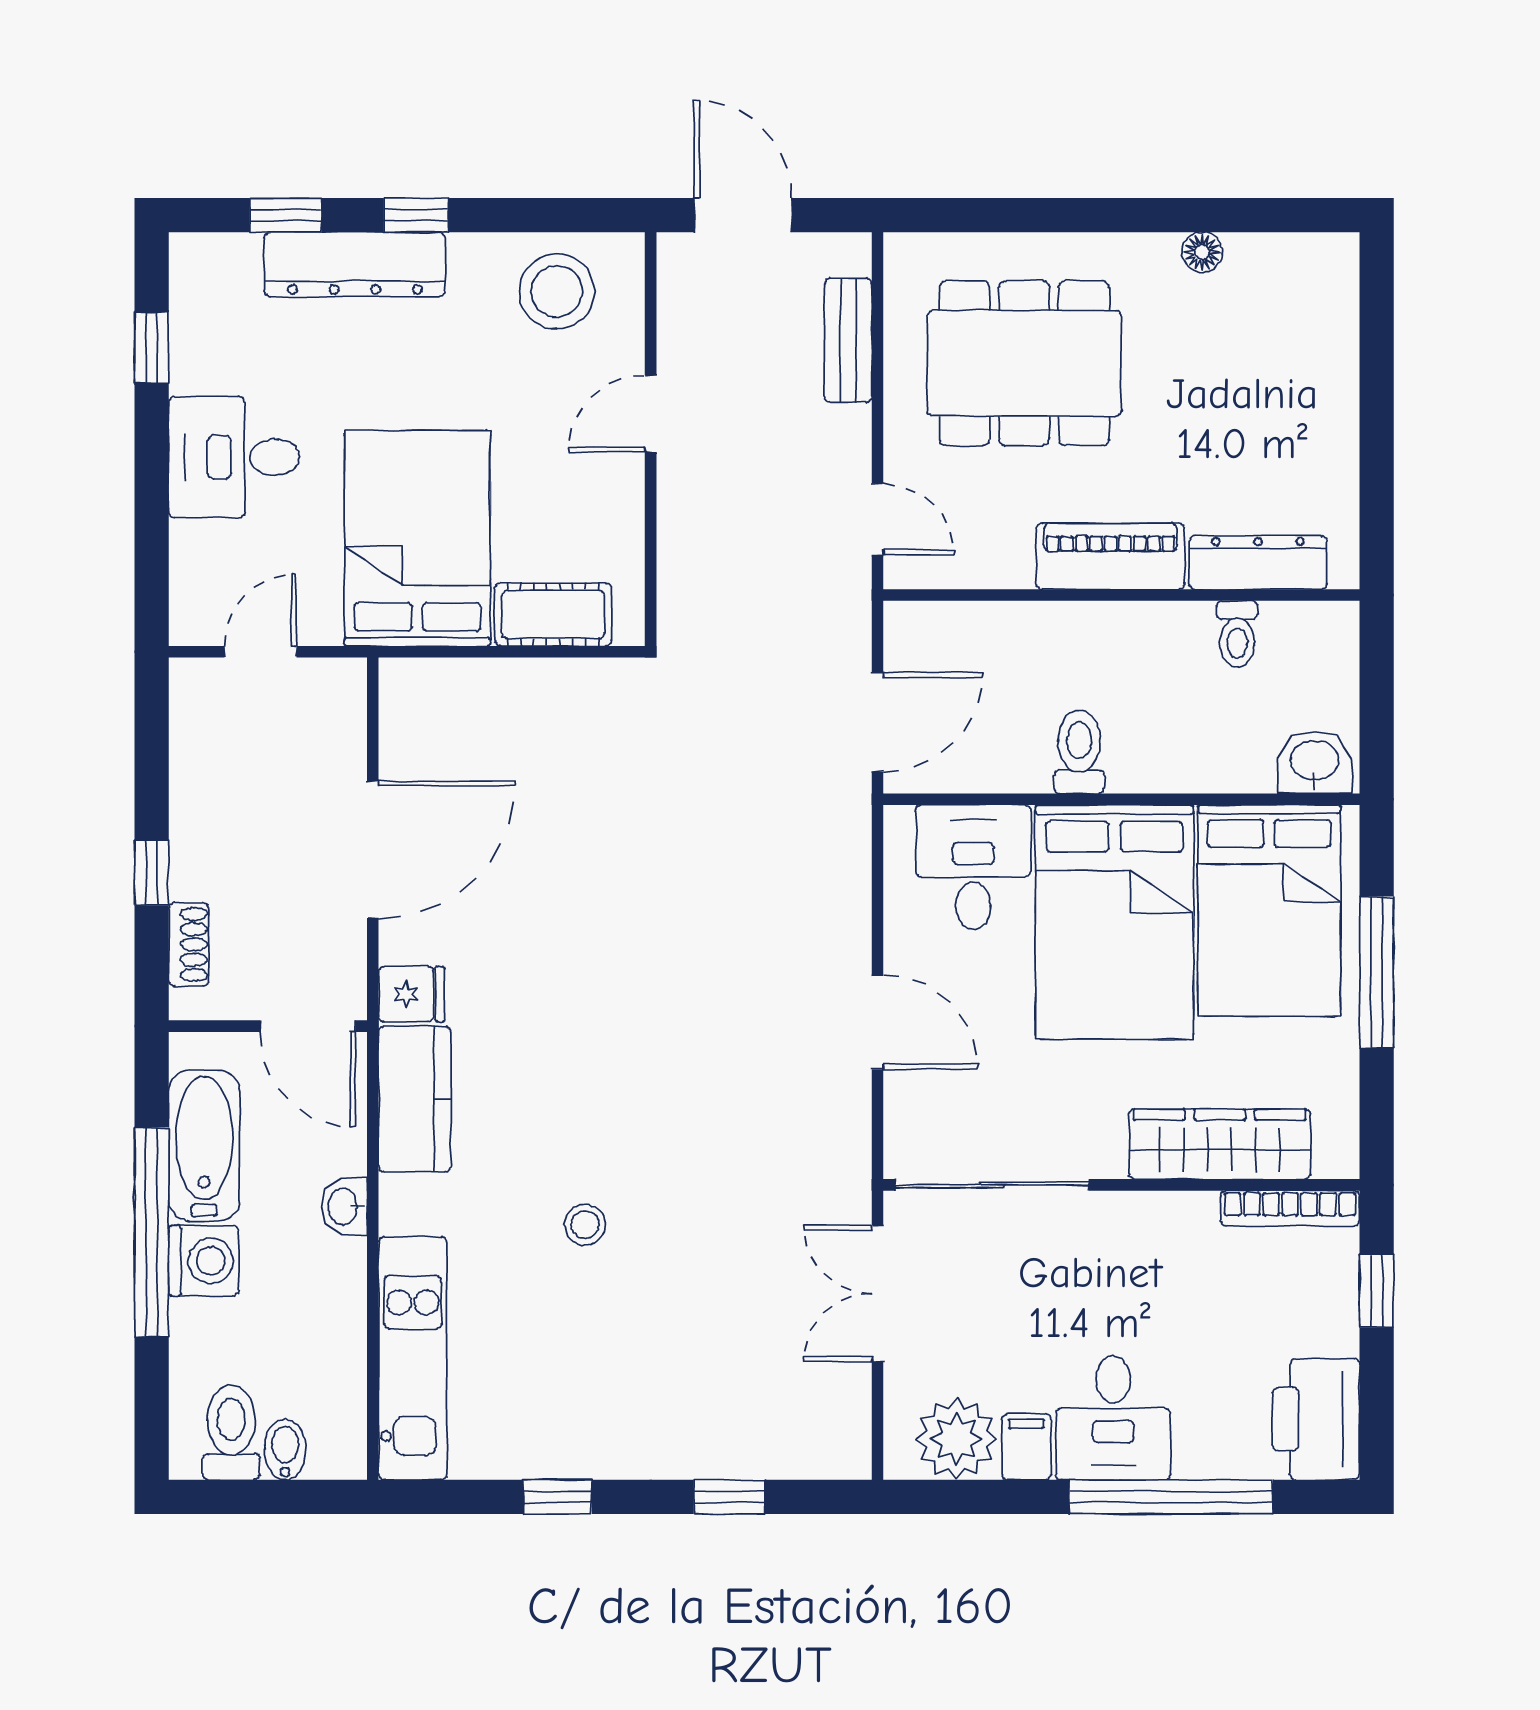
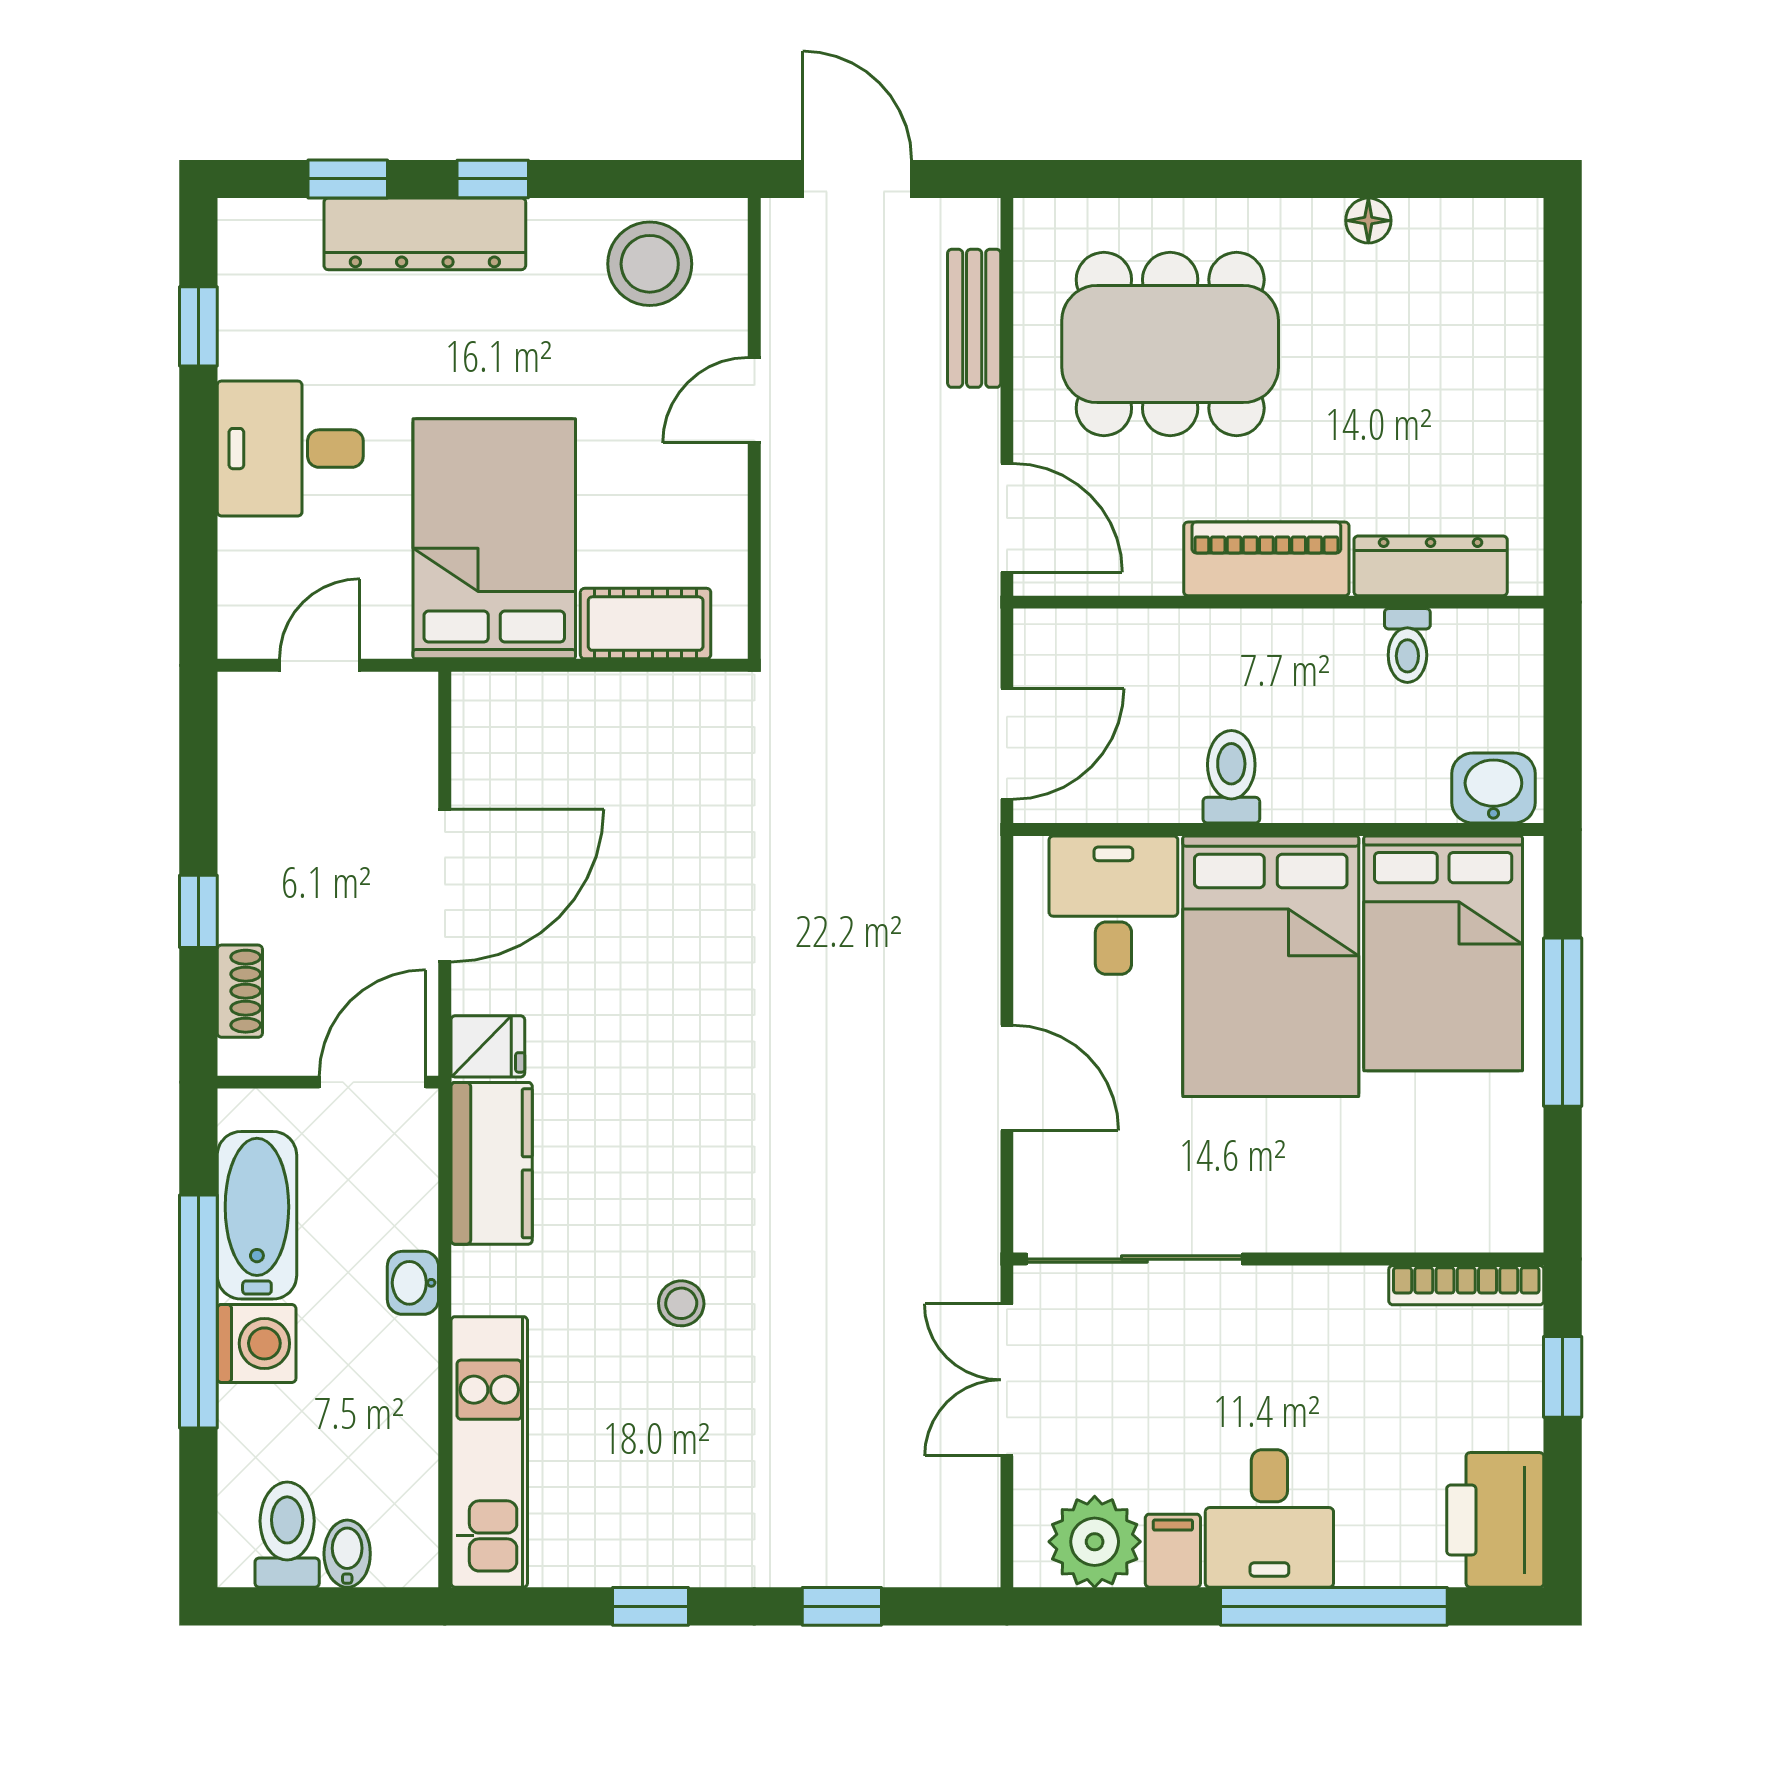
door: (878, 519) -> (1007, 518), width x1.38
door: (308, 1026) -> (372, 1082), swing flipped
wardrobe: (1220, 1144) -> (1388, 1214), removed

